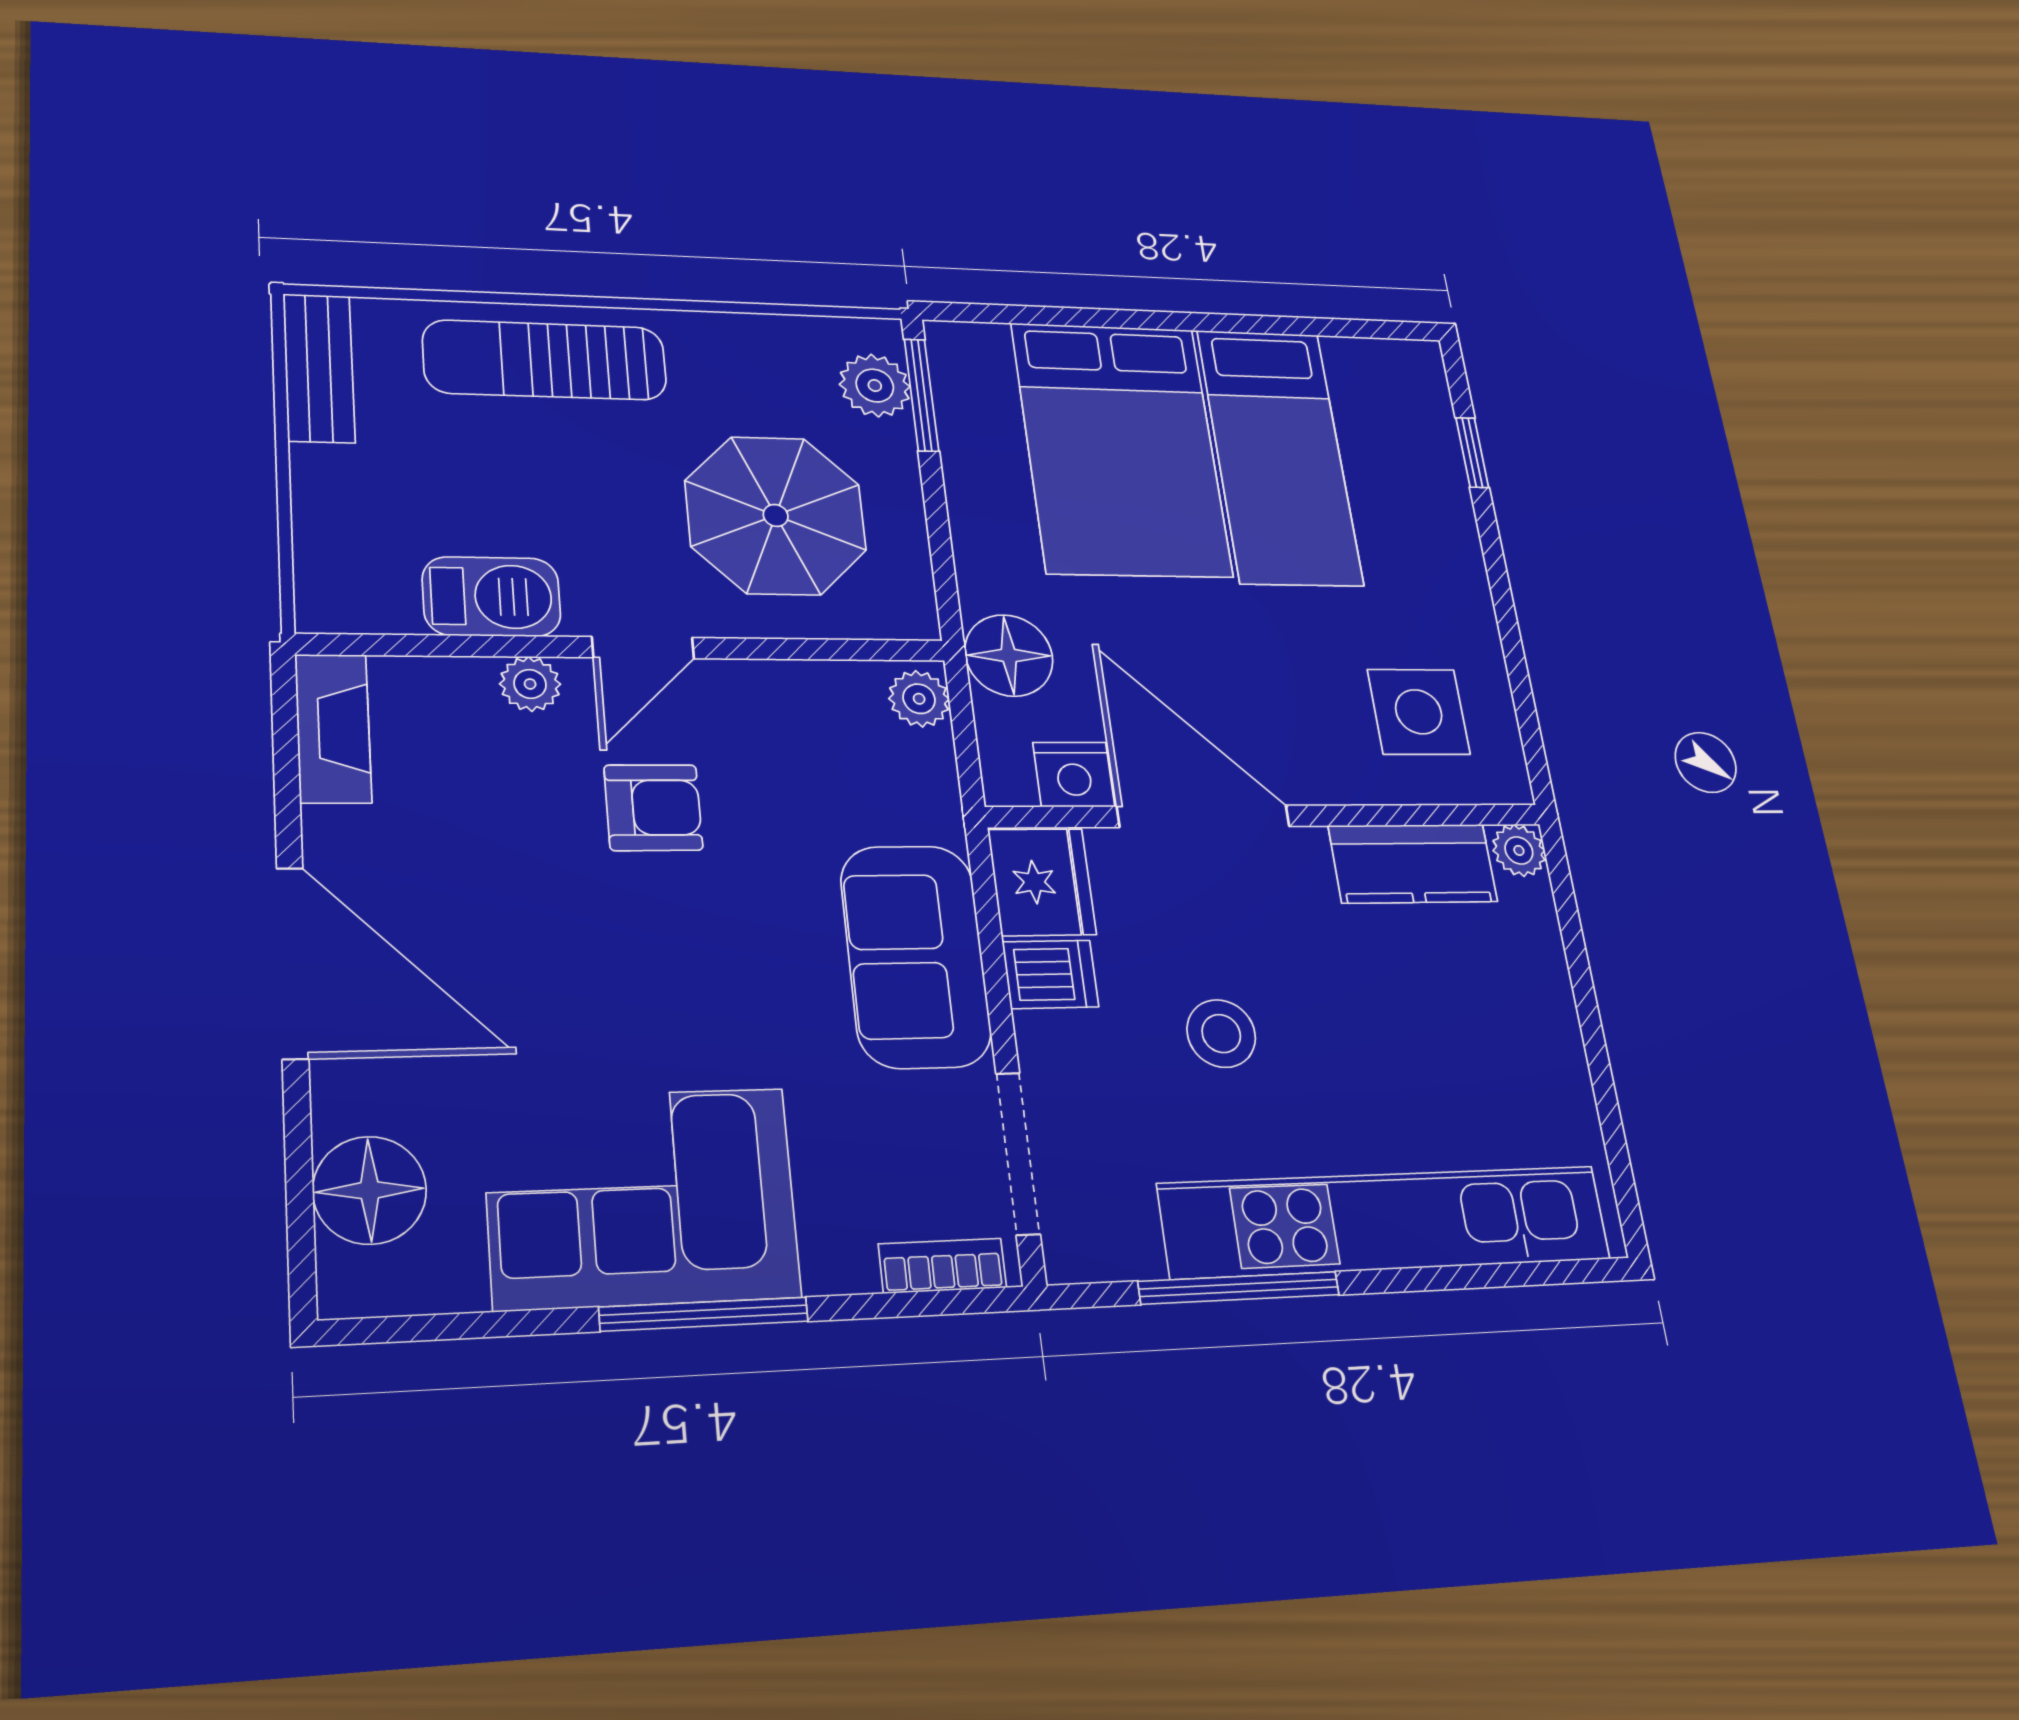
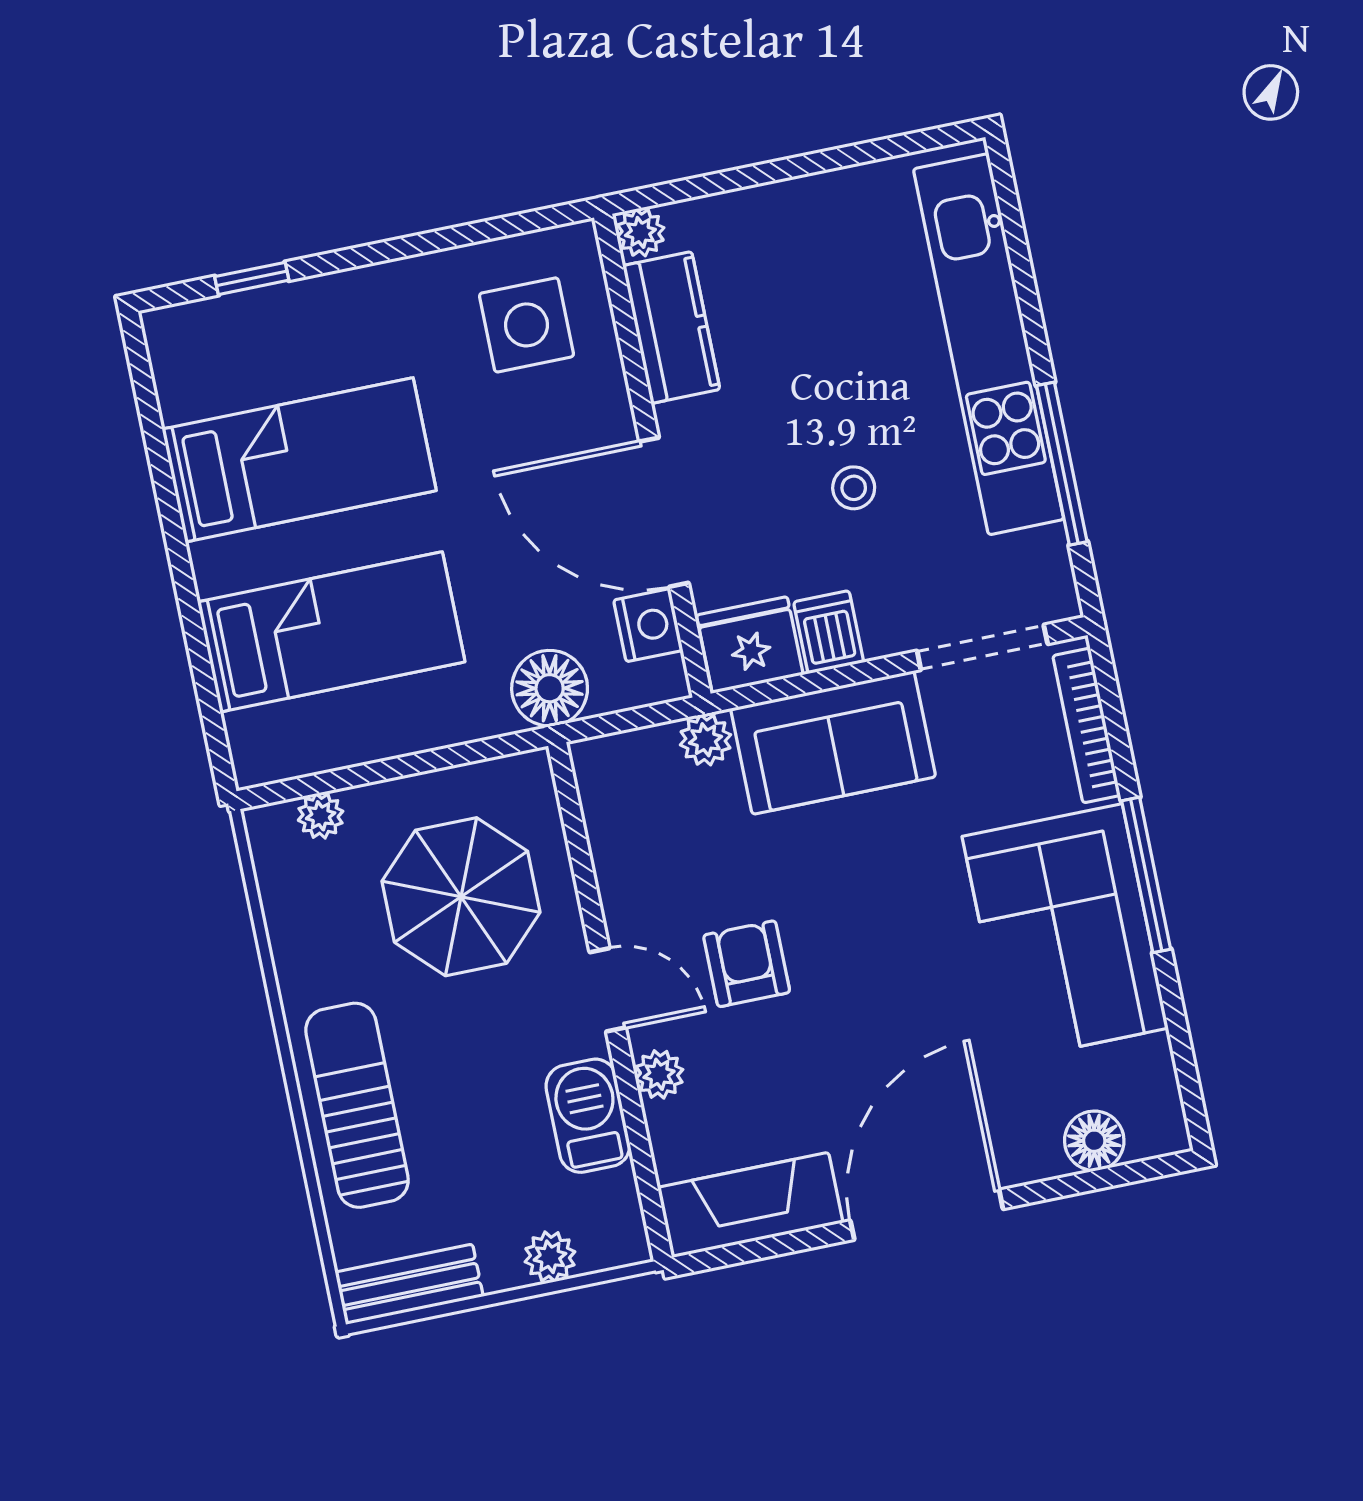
sun lounger: (545, 360) -> (357, 1105), turned 180
plant: (875, 386) -> (321, 816), width x0.73, depth x0.73
window: (921, 395) -> (314, 785), removed
bed: (1121, 449) -> (331, 632), width x0.67
plant: (323, 522) -> (550, 1257), added
plant: (919, 699) -> (706, 740), moved
fireplace: (333, 728) -> (750, 1205), width x1.37, depth x1.32
door: (1203, 816) -> (664, 512), hinge flipped
stool: (1221, 1034) -> (854, 488), width x0.73, depth x0.73
floor lamp: (370, 1190) -> (1094, 1141), width x0.73, depth x0.73
bookcase: (943, 1266) -> (1087, 726), width x1.56

